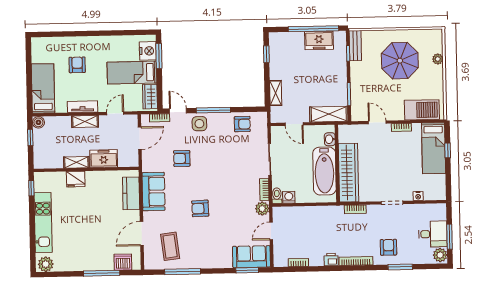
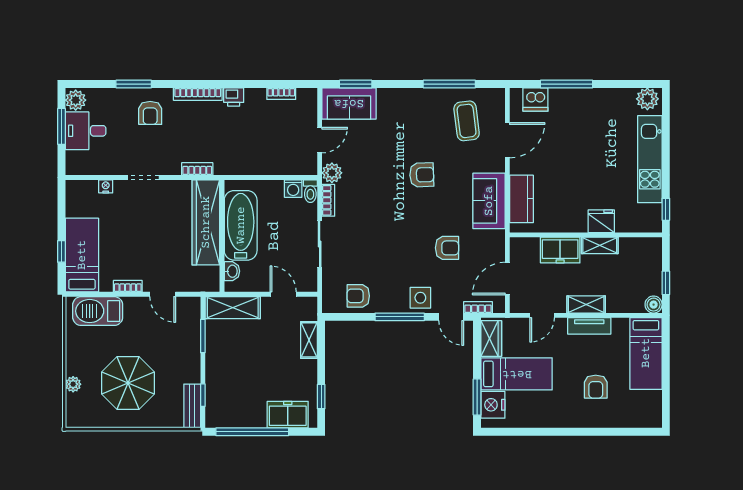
freezer: (319, 40) -> (288, 415), moved

